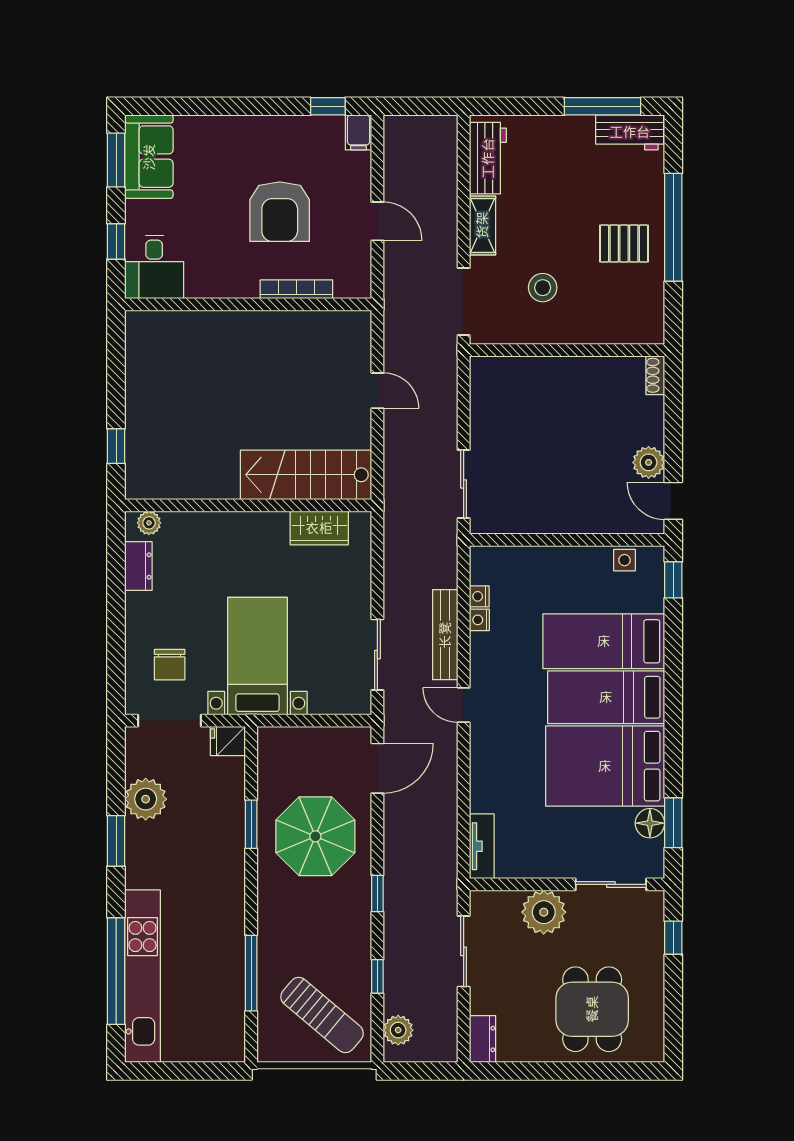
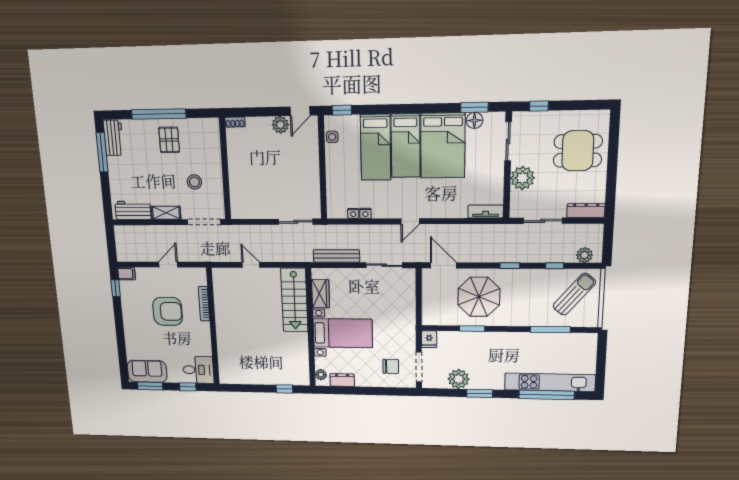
door: (377, 391) -> (251, 265), hinge flipped
bench: (445, 635) -> (336, 256), moved
bed with nightstands: (257, 656) -> (343, 333), moved, turned 180
dresser: (483, 1039) -> (586, 210), width x1.44

